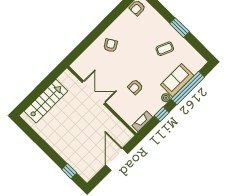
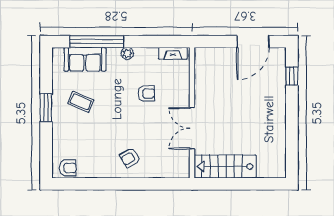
sofa: (177, 80) -> (85, 59), moved
stairs: (46, 101) -> (225, 166), moved
window: (162, 114) -> (147, 42), removed
door: (117, 159) -> (253, 42), moved

